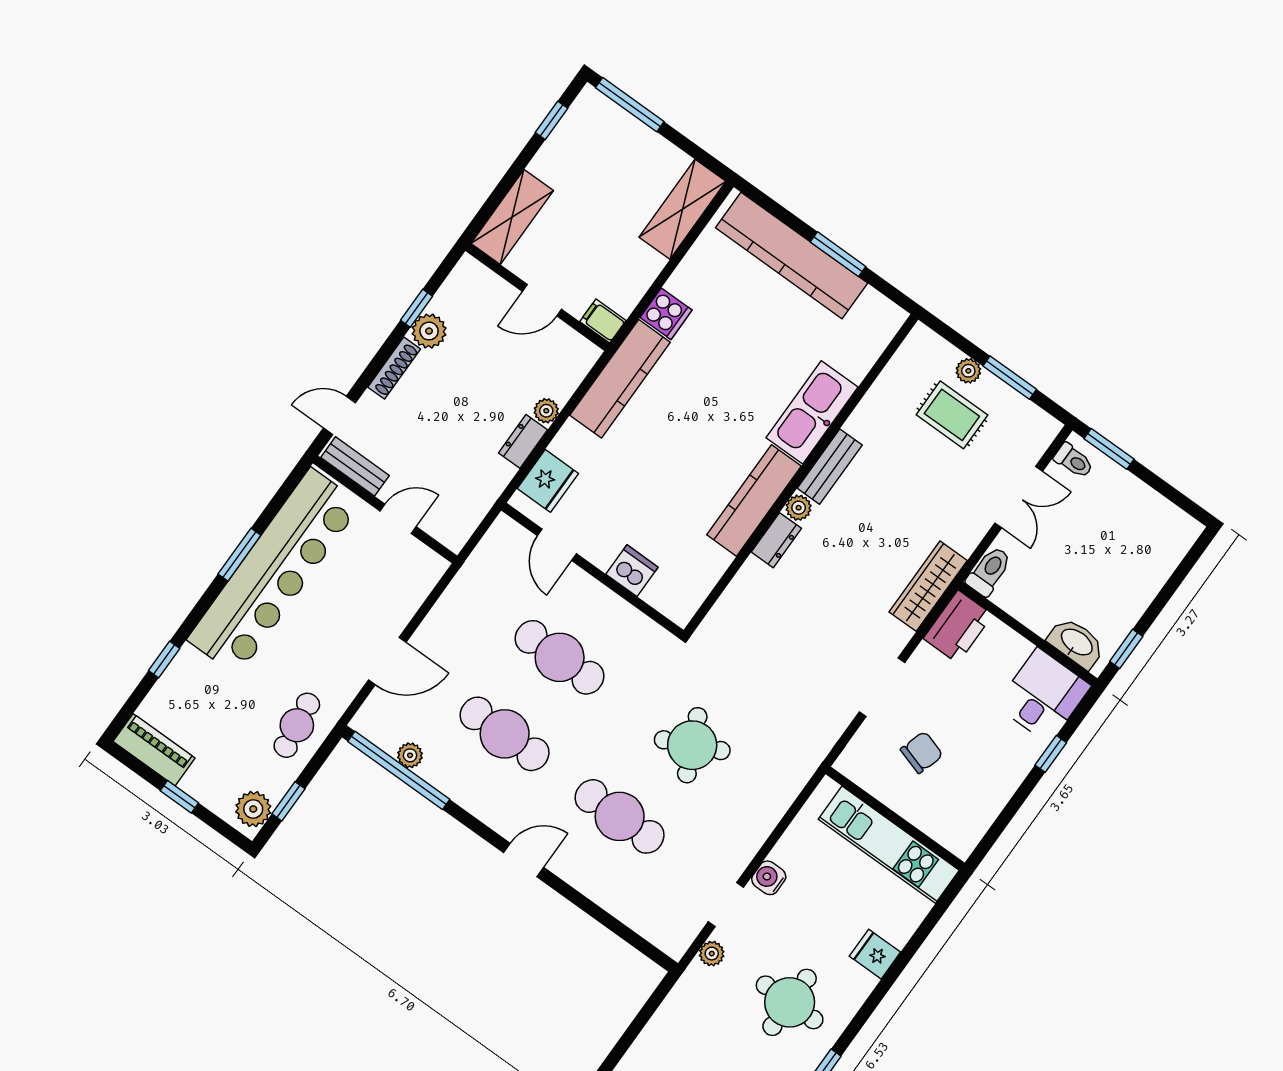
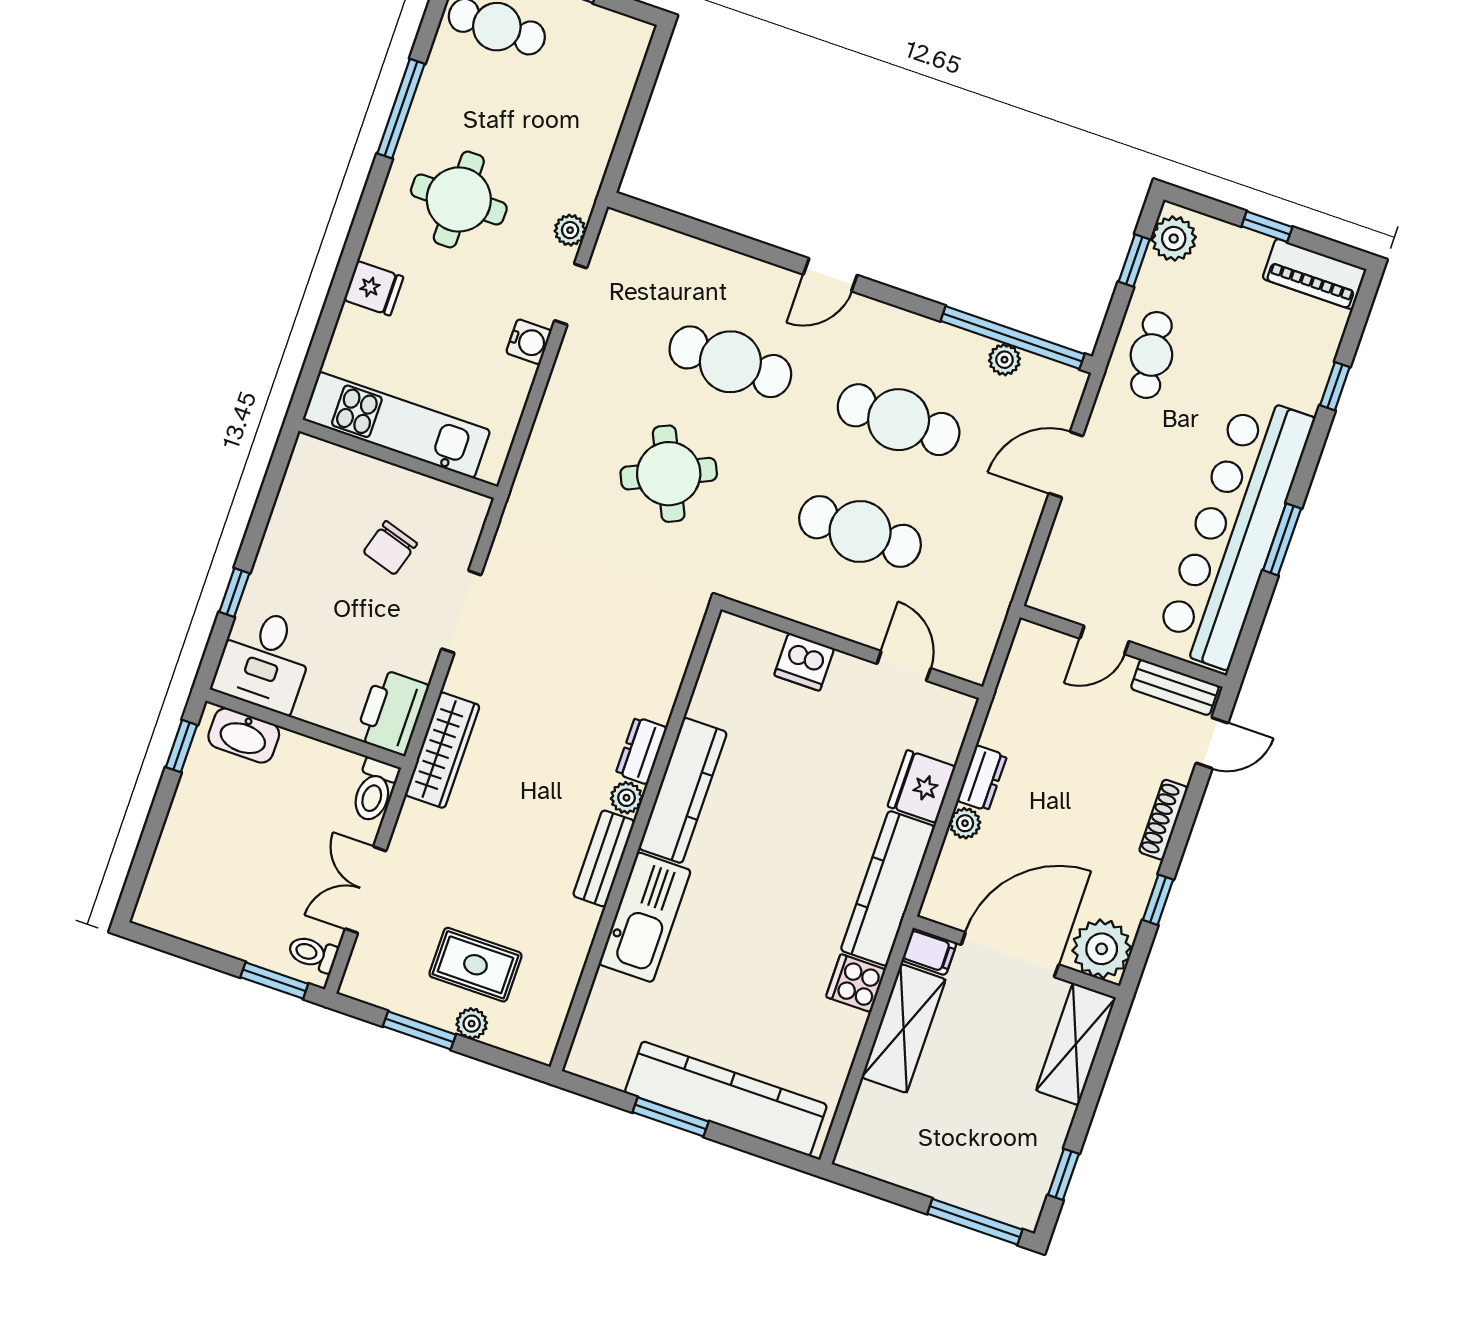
shelving: (682, 209) -> (904, 1028), moved
door: (542, 300) -> (1010, 955), width x1.87
plant: (429, 331) -> (1102, 949), moved, width x1.36, depth x1.36
fridge: (548, 481) -> (922, 786), moved

